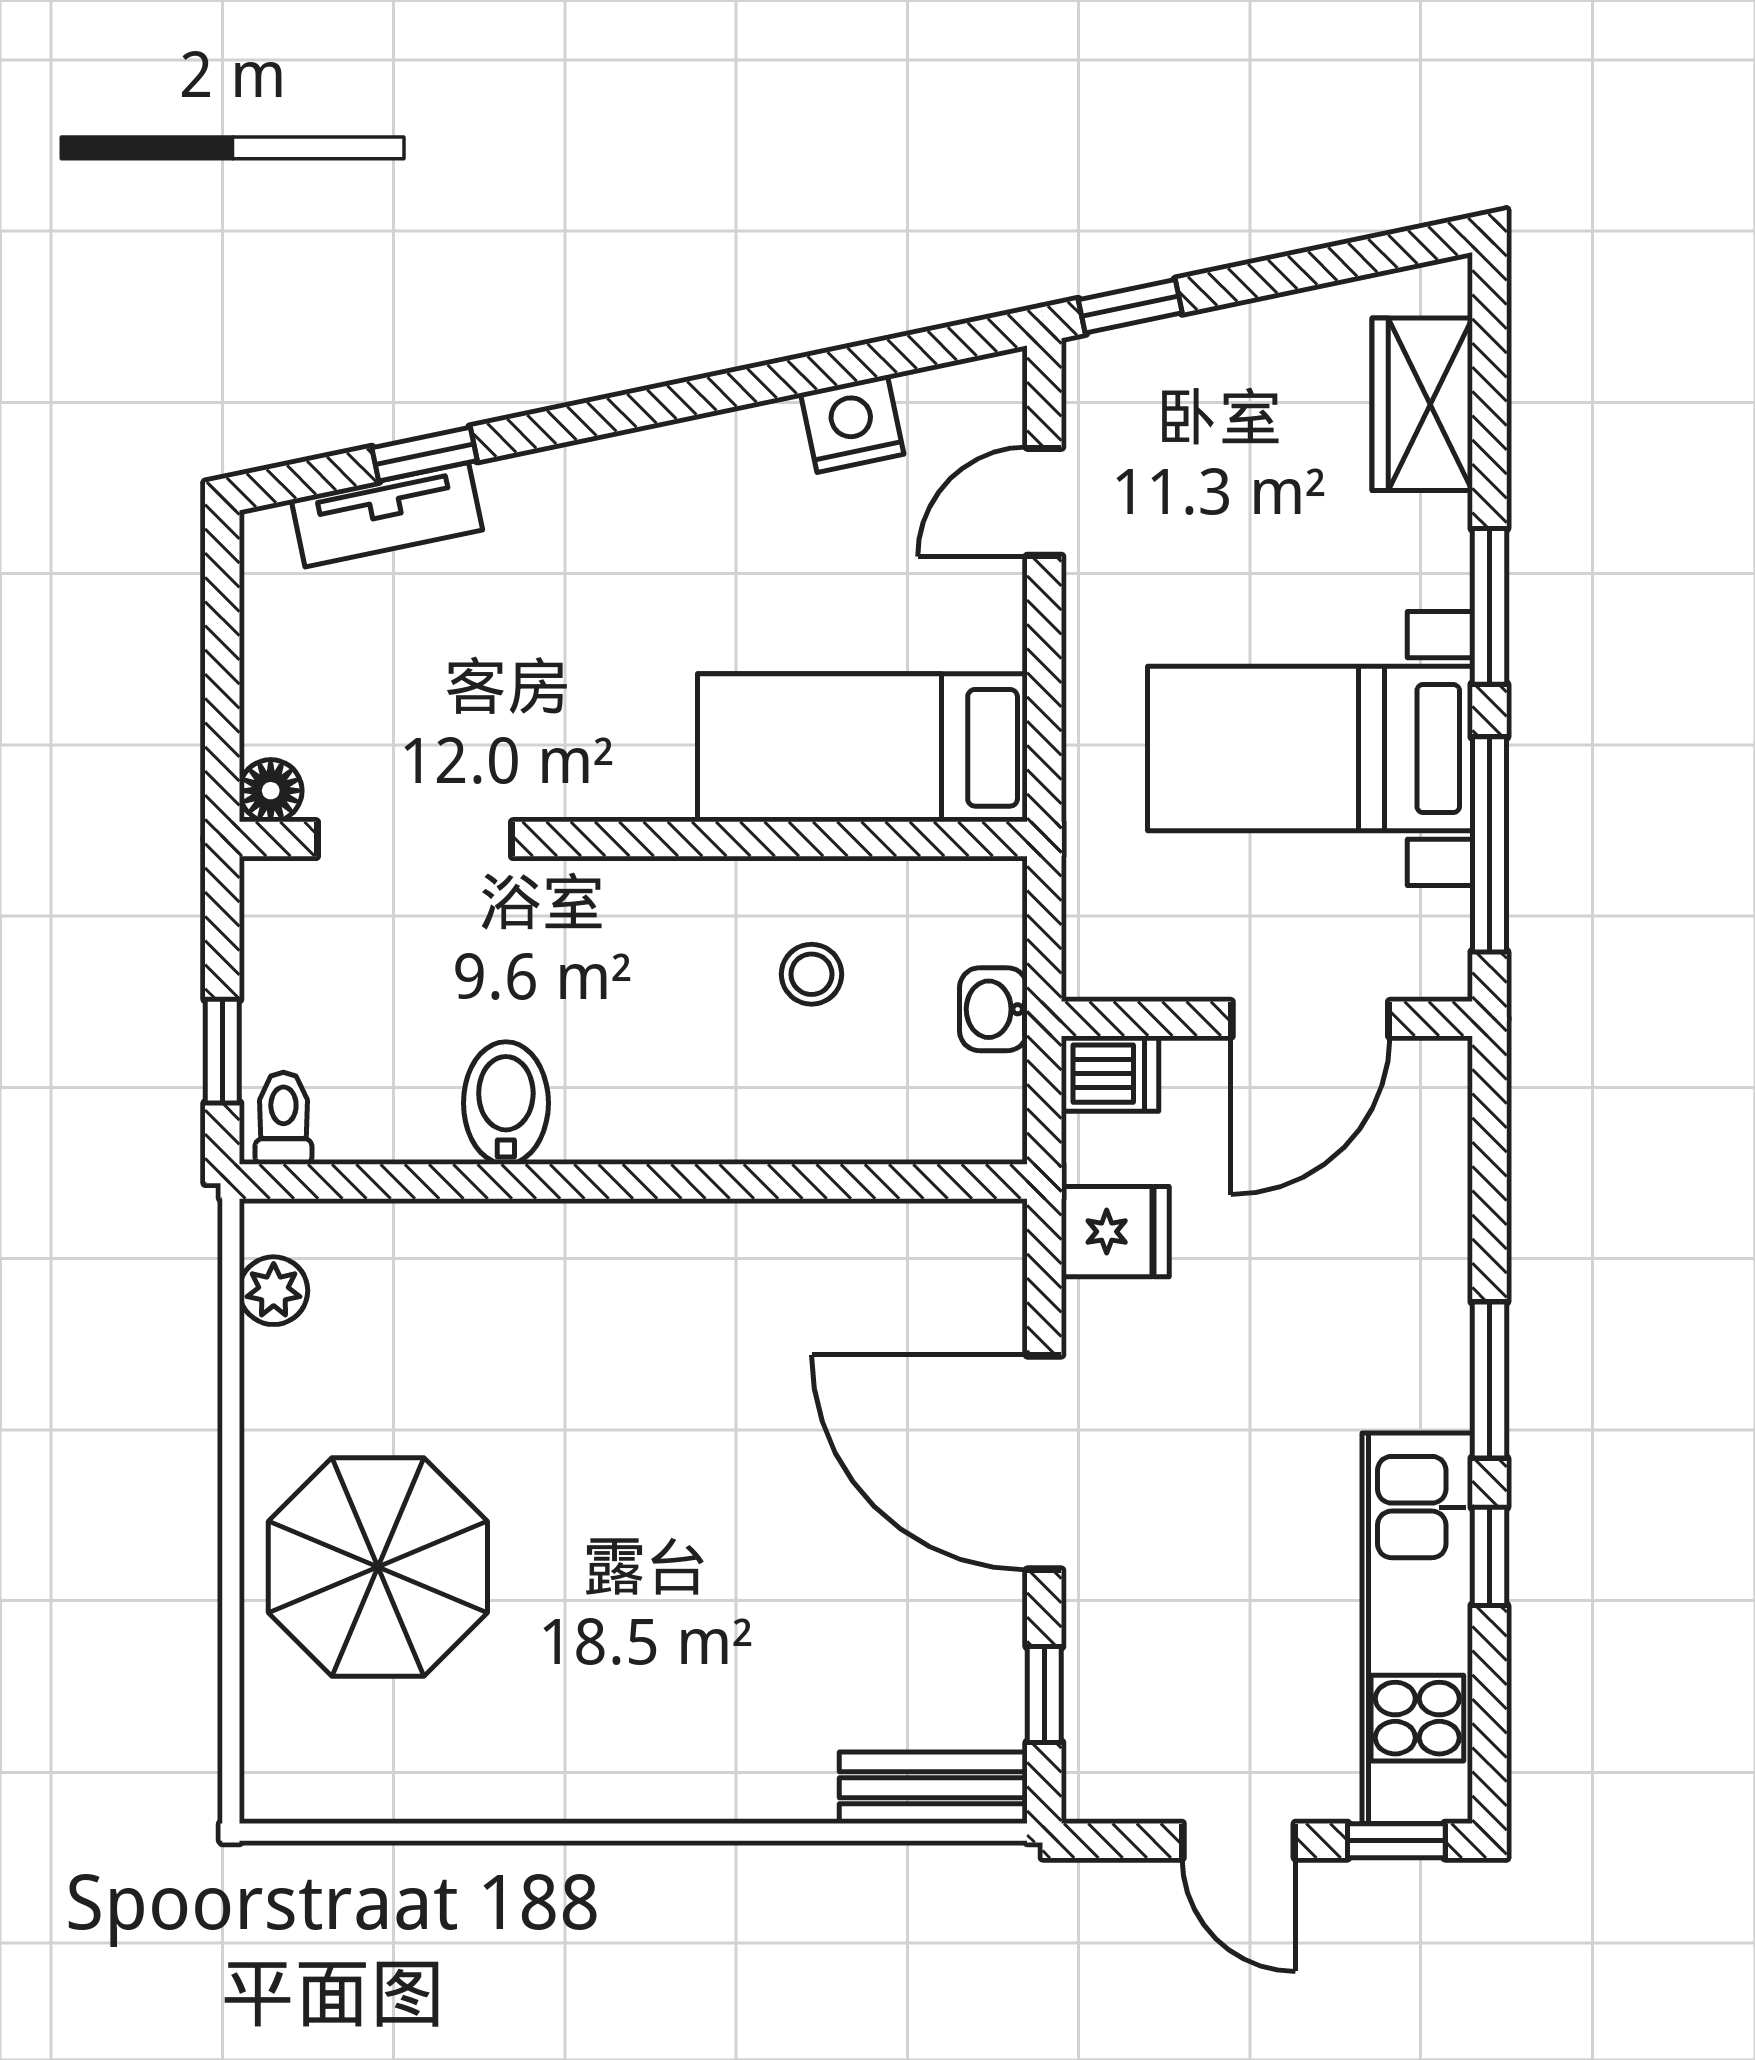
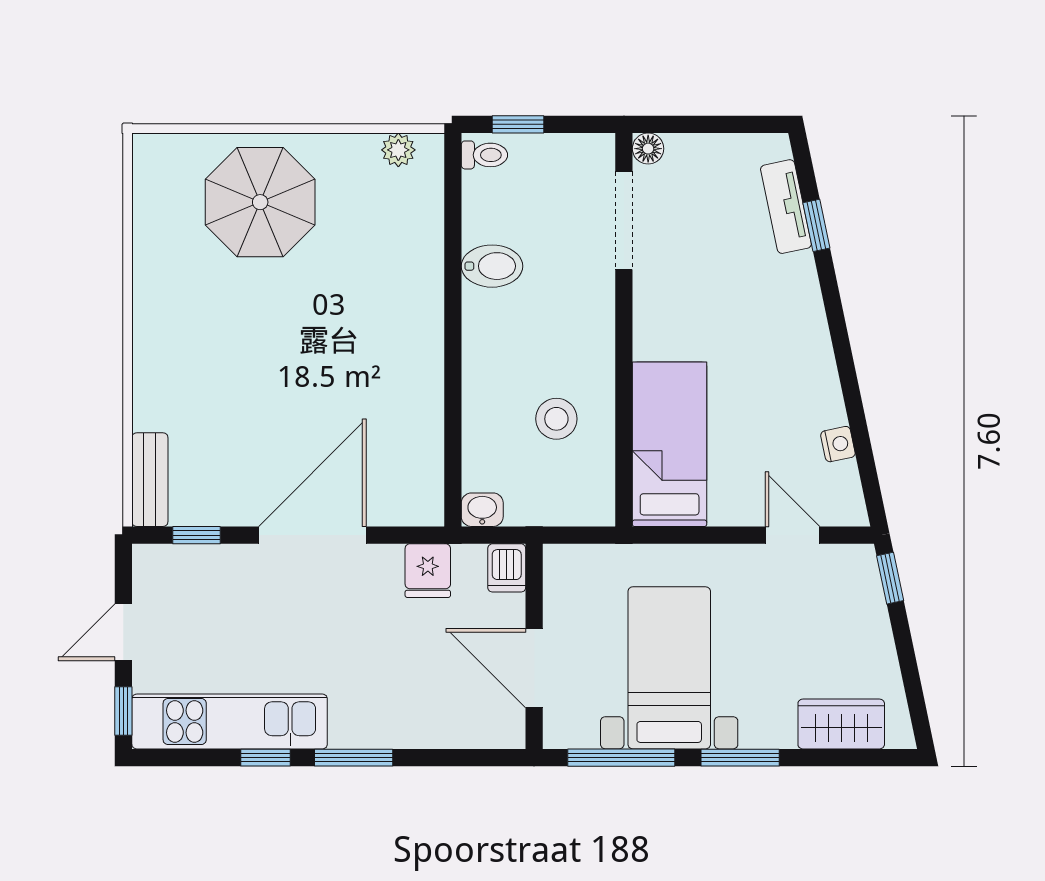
nightstand: (852, 424) -> (838, 444), width x0.72, depth x0.74
stool: (812, 974) -> (556, 419), width x1.37, depth x1.37
washbasin: (993, 1009) -> (482, 510), moved

